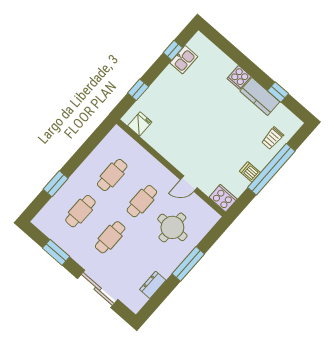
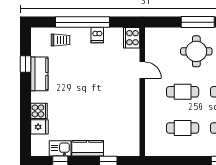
cooker: (239, 77) -> (39, 111), moved
kitchen counter: (164, 82) -> (88, 148), added
fridge: (140, 124) -> (40, 127), moved, turned 180
round table: (172, 227) -> (196, 51), moved

